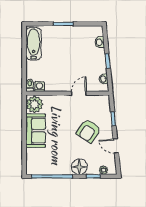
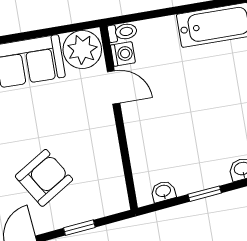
door: (79, 93) -> (114, 87), moved
armchair: (89, 131) -> (44, 178), turned 114

